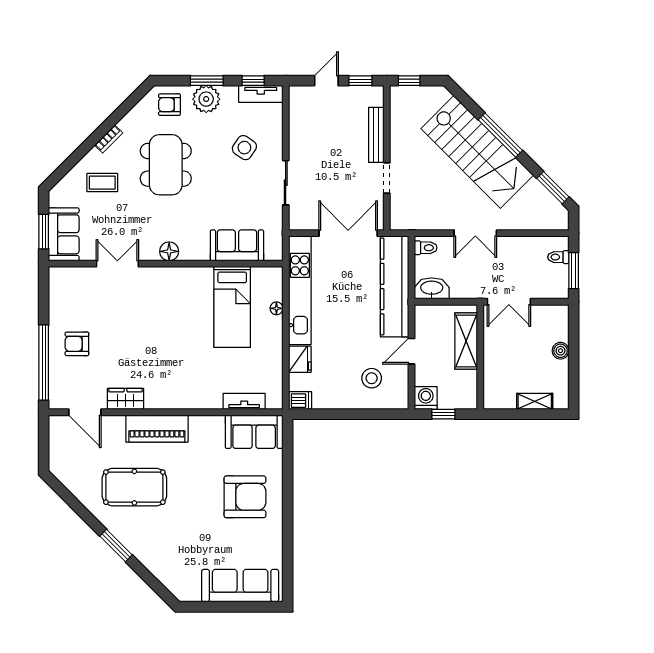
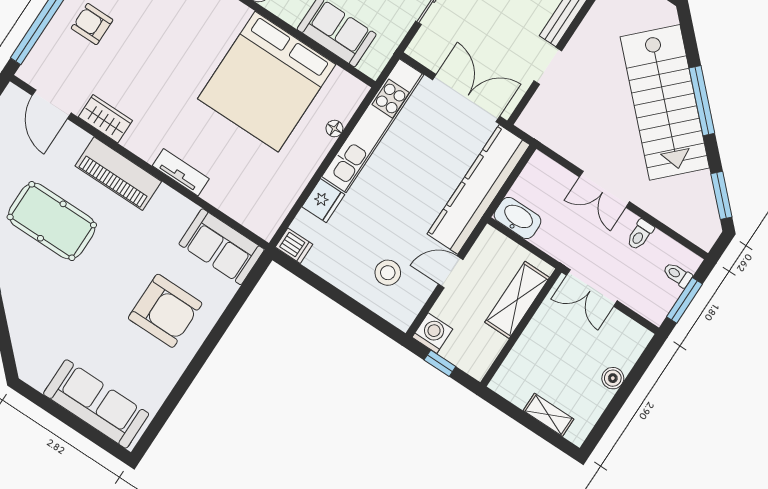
toilet: (426, 248) -> (640, 235), moved, turned 90
bed: (232, 307) -> (267, 82), width x2.04
tv unit: (244, 401) -> (181, 172), moved

